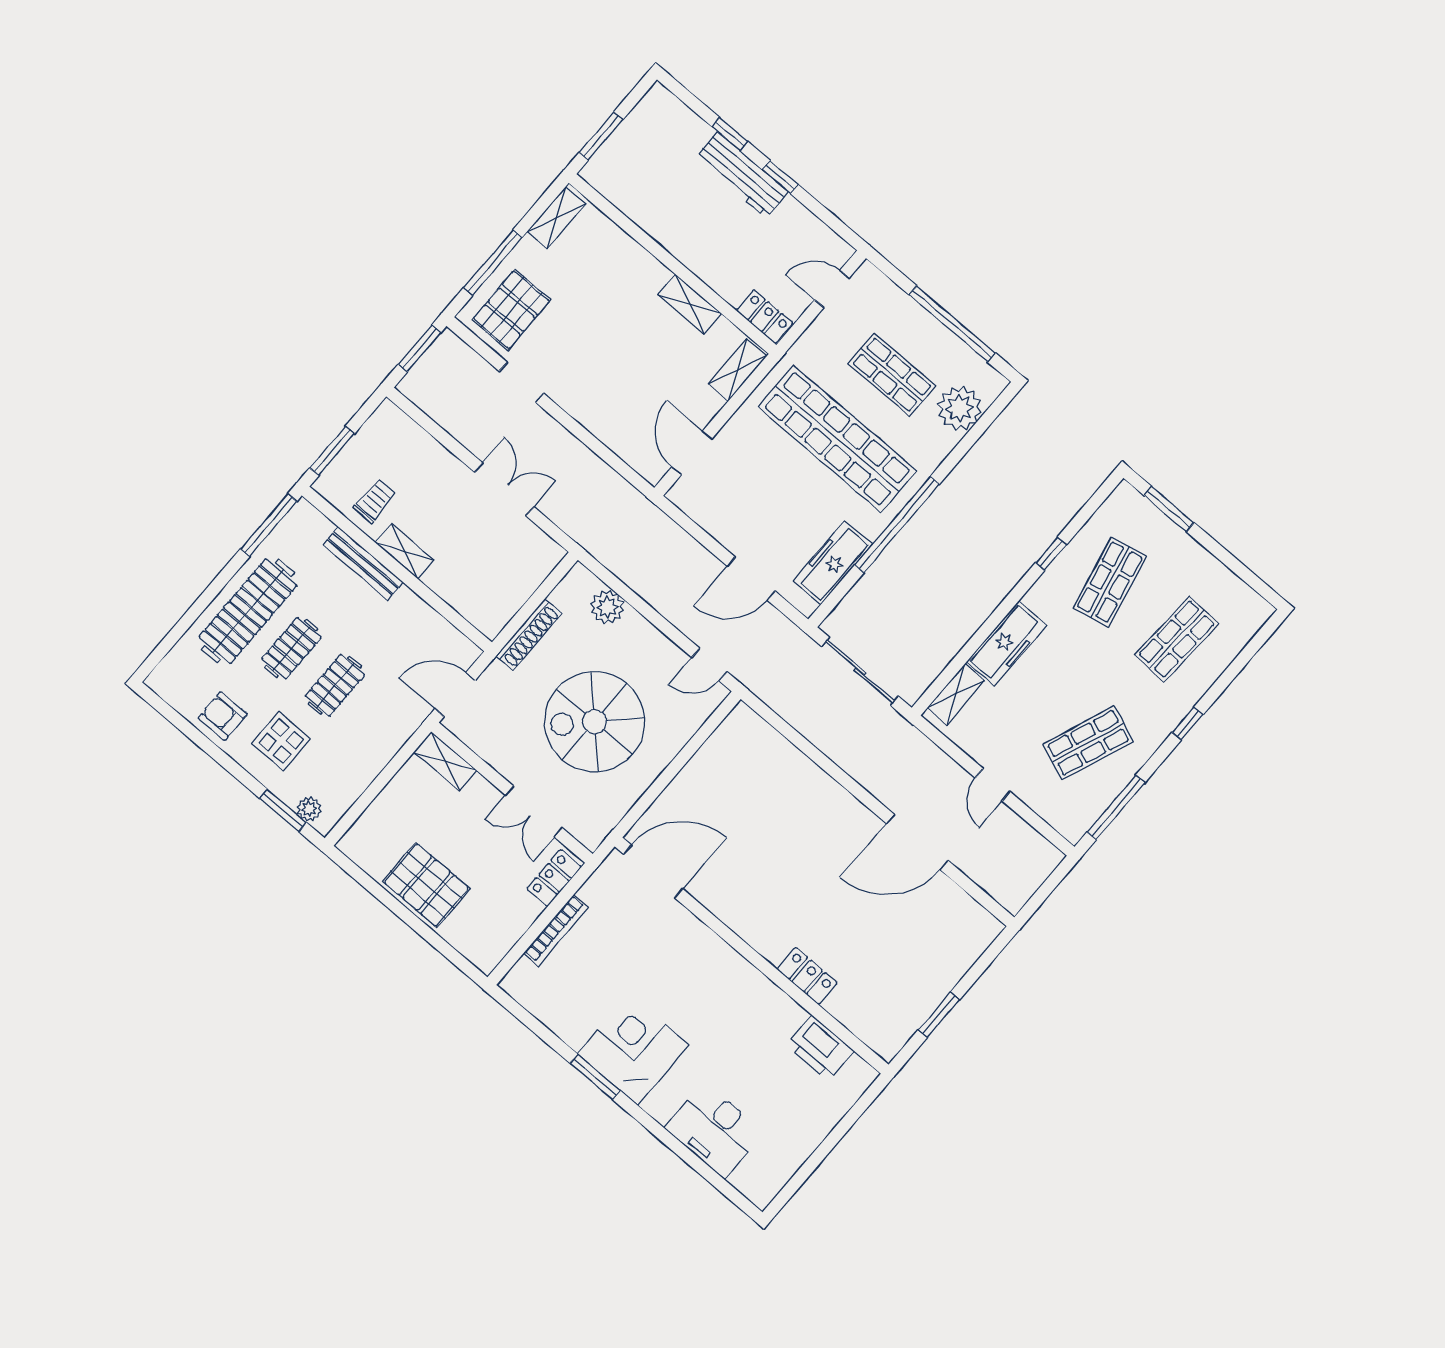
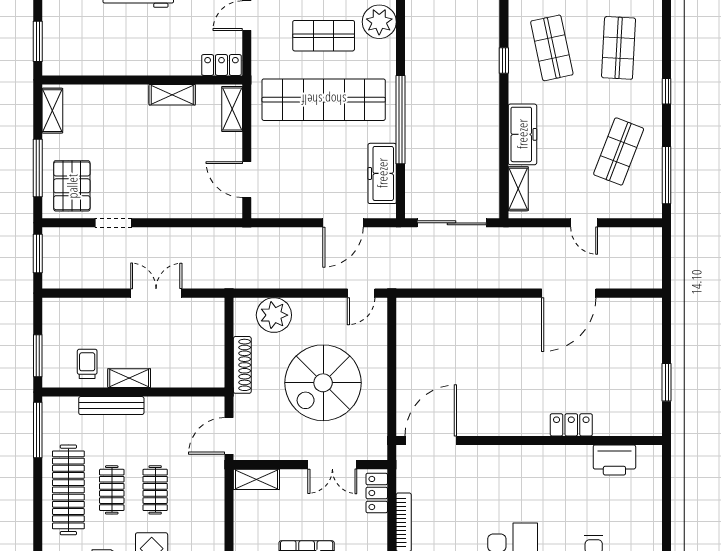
plant: (607, 607) -> (274, 315), width x1.36, depth x1.36

